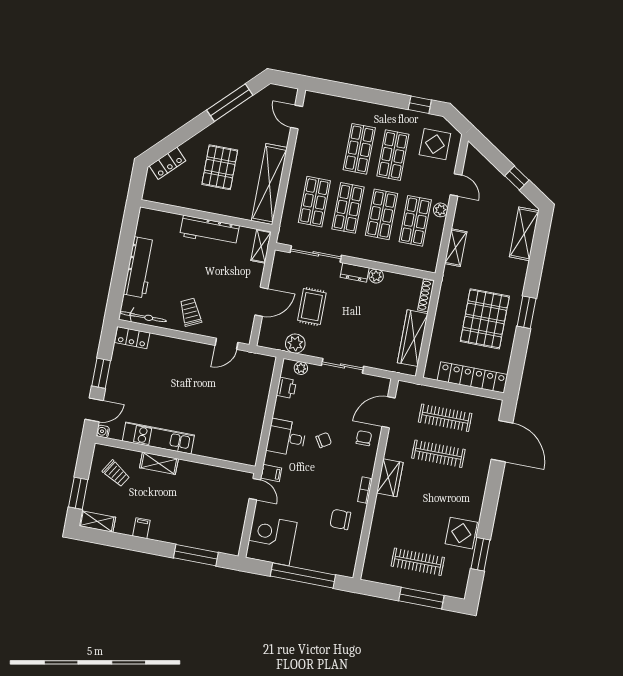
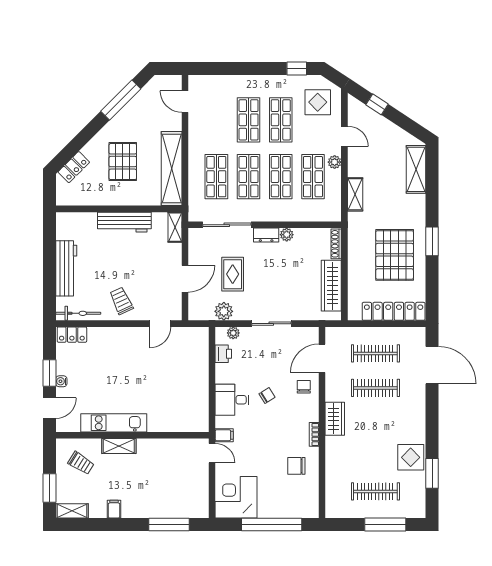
window: (517, 178) -> (377, 104), moved
water cooler: (103, 431) -> (61, 381), moved

